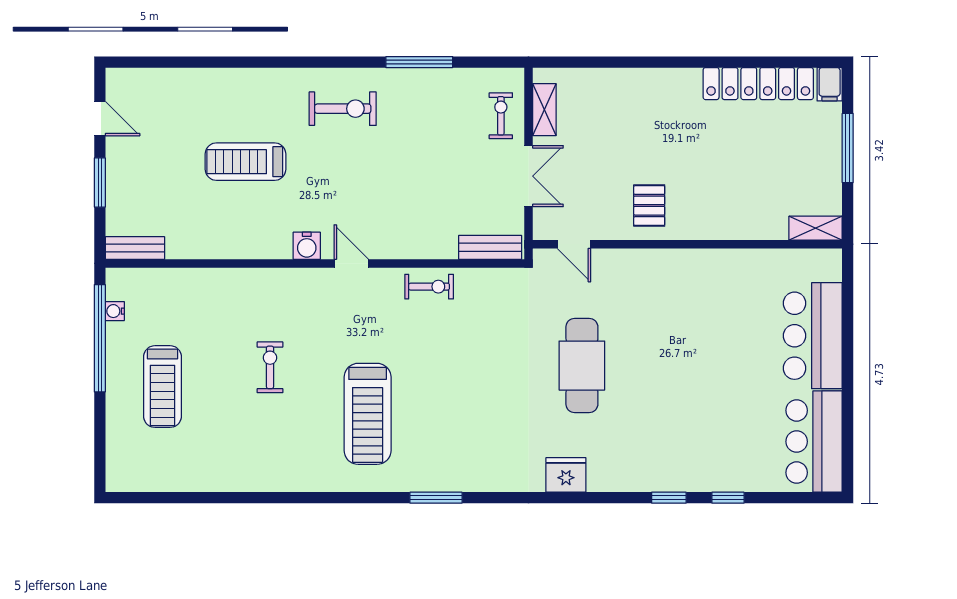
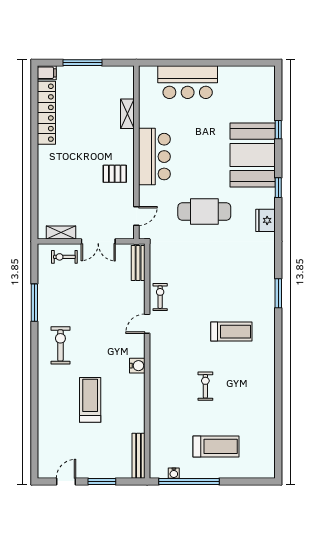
treadmill: (245, 162) -> (90, 400), turned 180
double door: (529, 176) -> (98, 241), swing flipped
shelving: (816, 228) -> (127, 114), moved
bench: (135, 248) -> (138, 456), width x1.36
door: (351, 263) -> (147, 324), moved
exercise bike: (270, 367) -> (205, 386), turned 90
treadmill: (368, 414) -> (231, 332), width x0.73, depth x0.73
bar counter: (814, 442) -> (154, 157), moved, turned -90
booth: (683, 452) -> (253, 155), added
window: (669, 498) -> (278, 188), moved

